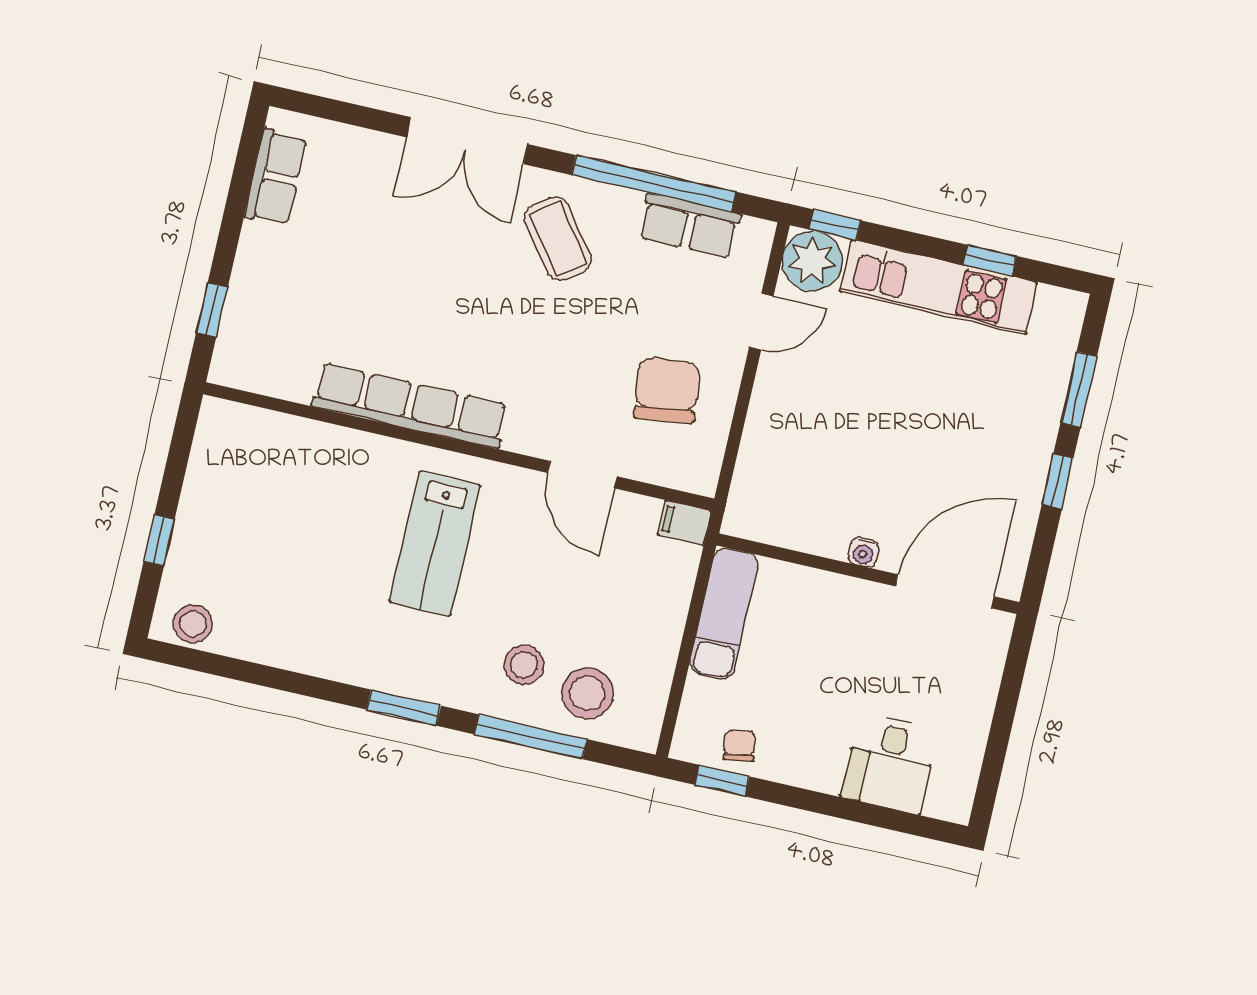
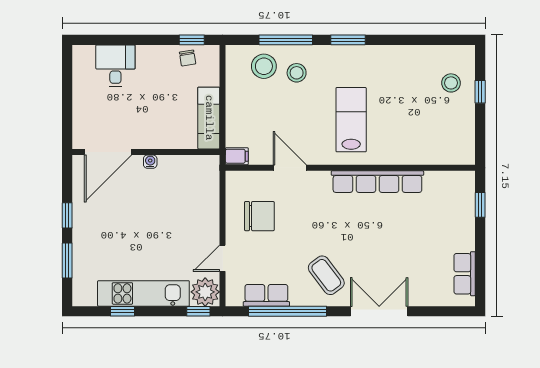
chair: (667, 390) -> (259, 216), turned -83
stool: (193, 624) -> (451, 83), moved

